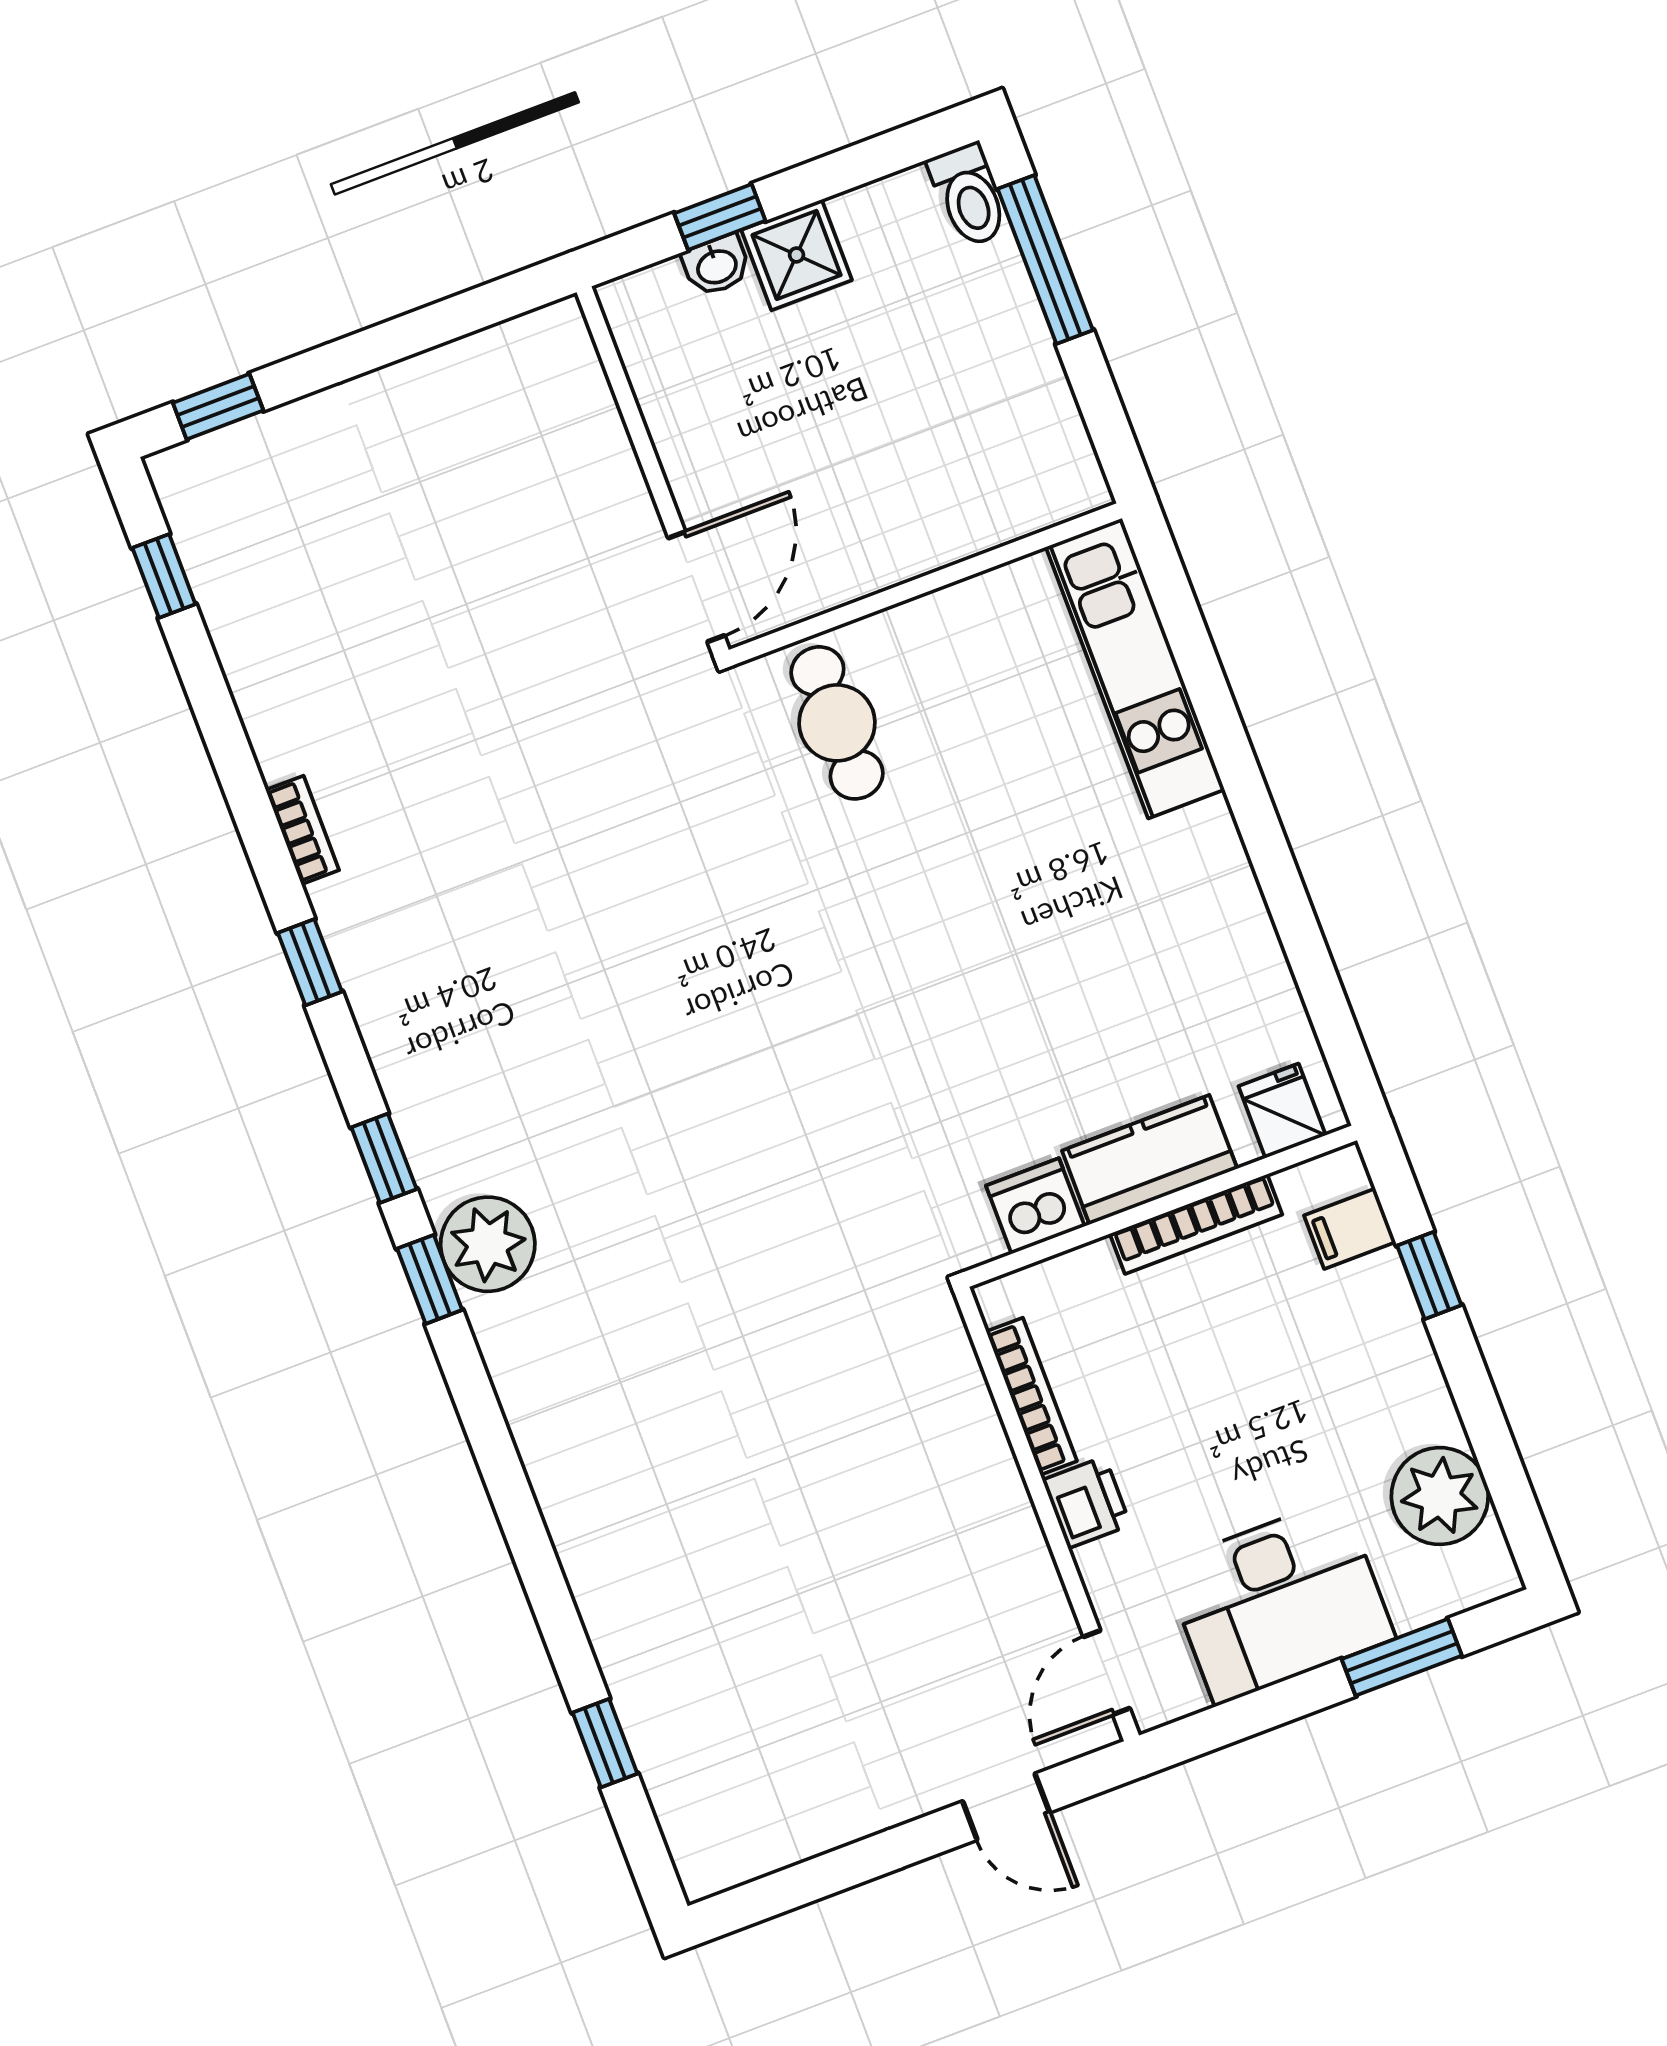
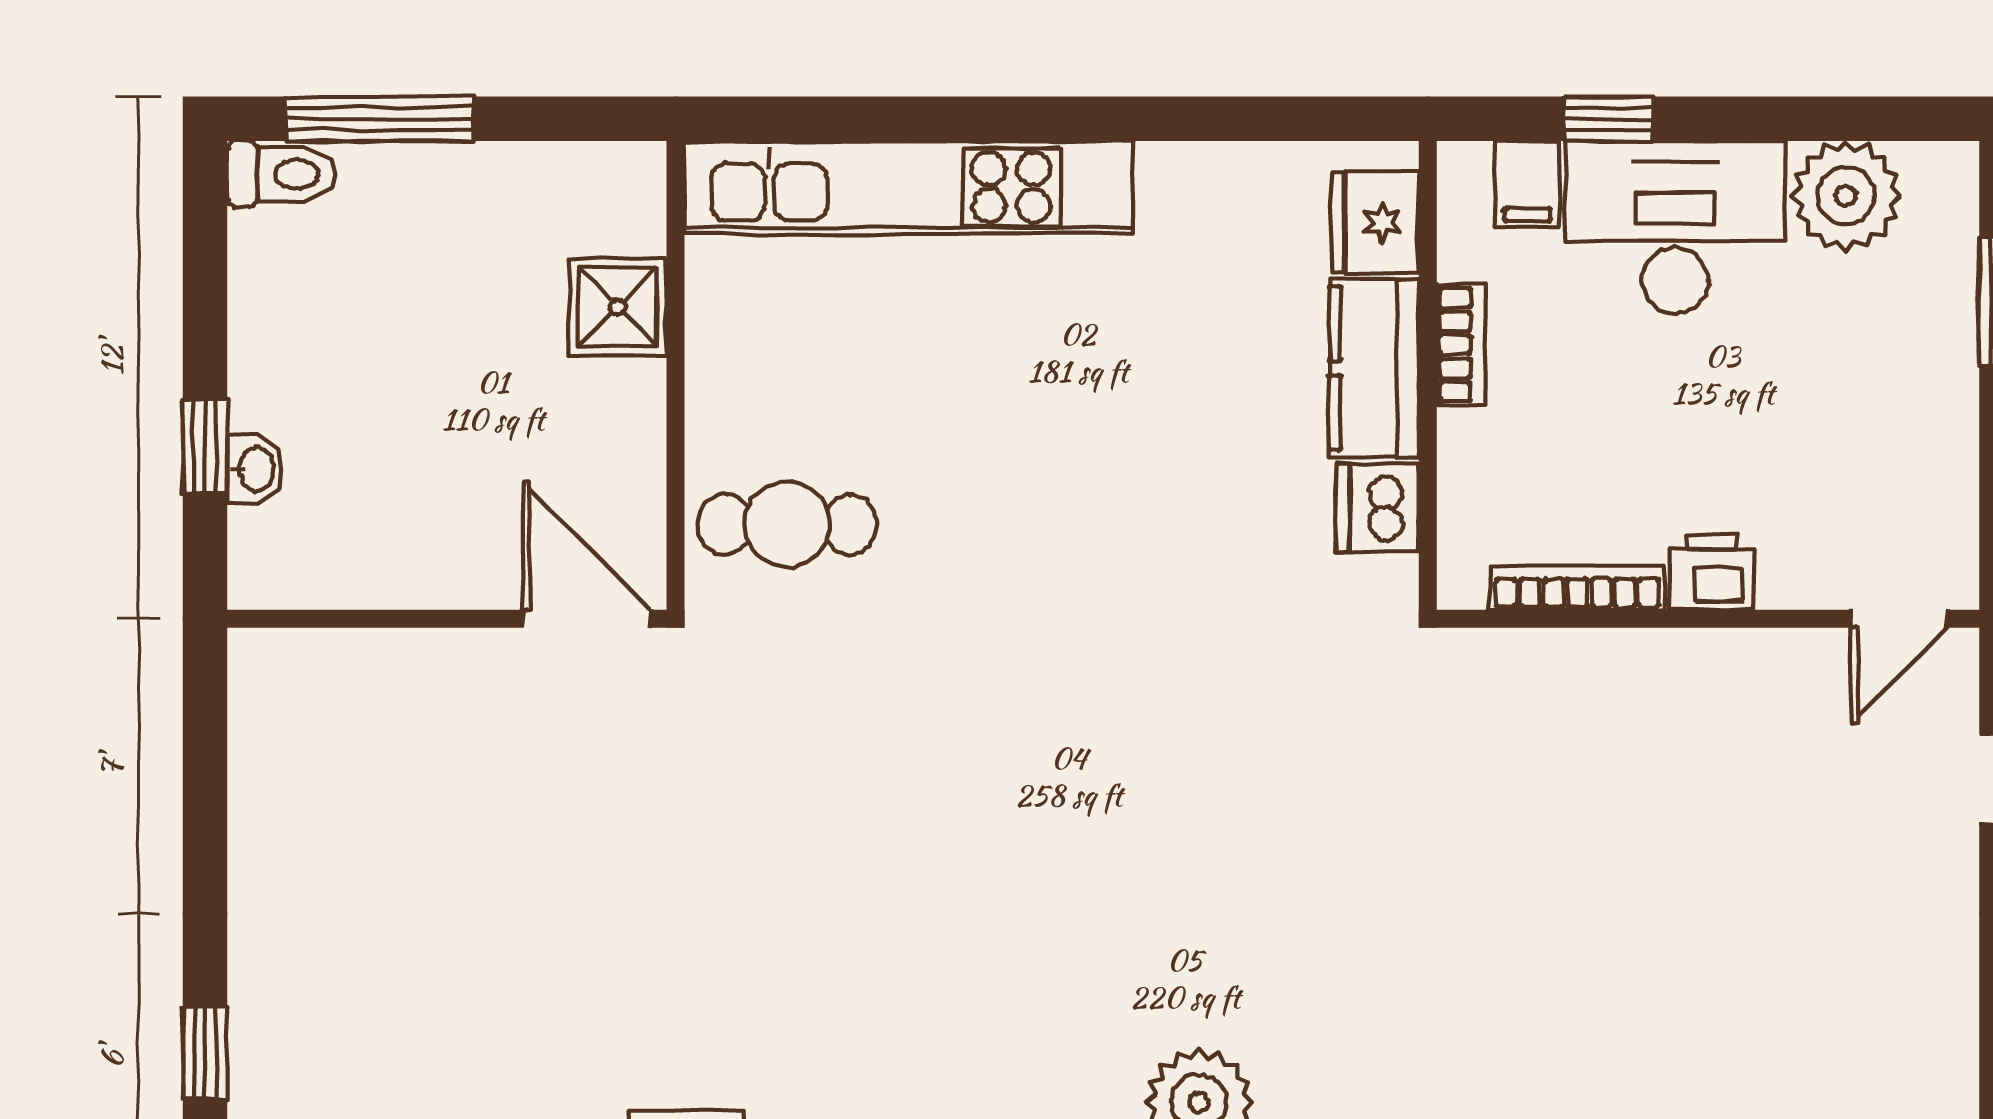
shower: (797, 255) -> (618, 307), moved
kitchen unit: (1135, 668) -> (908, 187), width x1.36
fridge: (1282, 1111) -> (1375, 223), width x1.38
bookcase: (1196, 1224) -> (1461, 345), width x0.64
desk: (1279, 1601) -> (1675, 227), moved, turned -90
door: (1107, 1672) -> (1900, 619), hinge flipped

